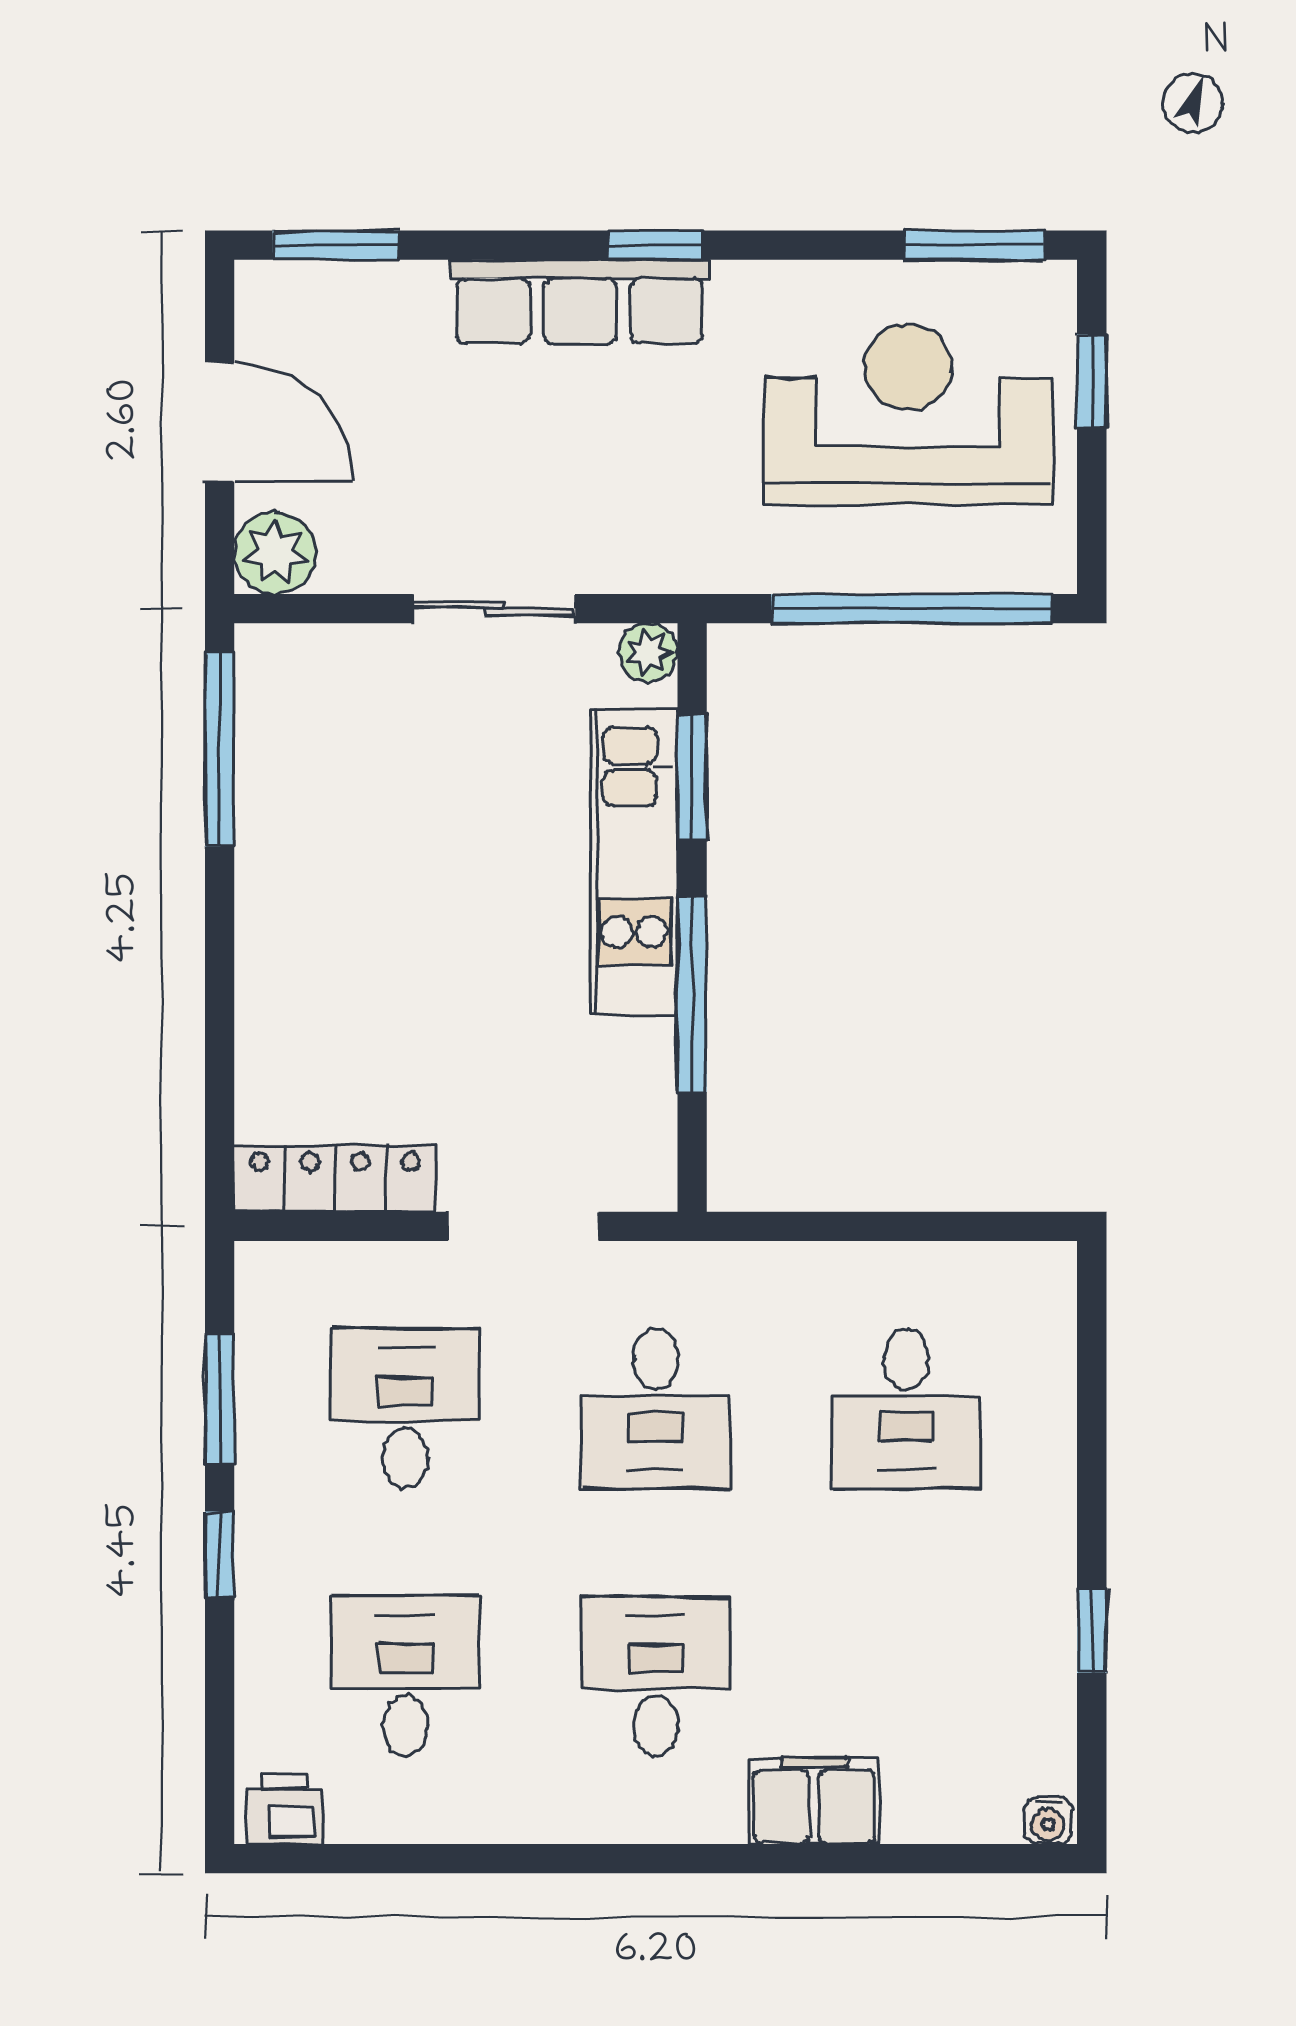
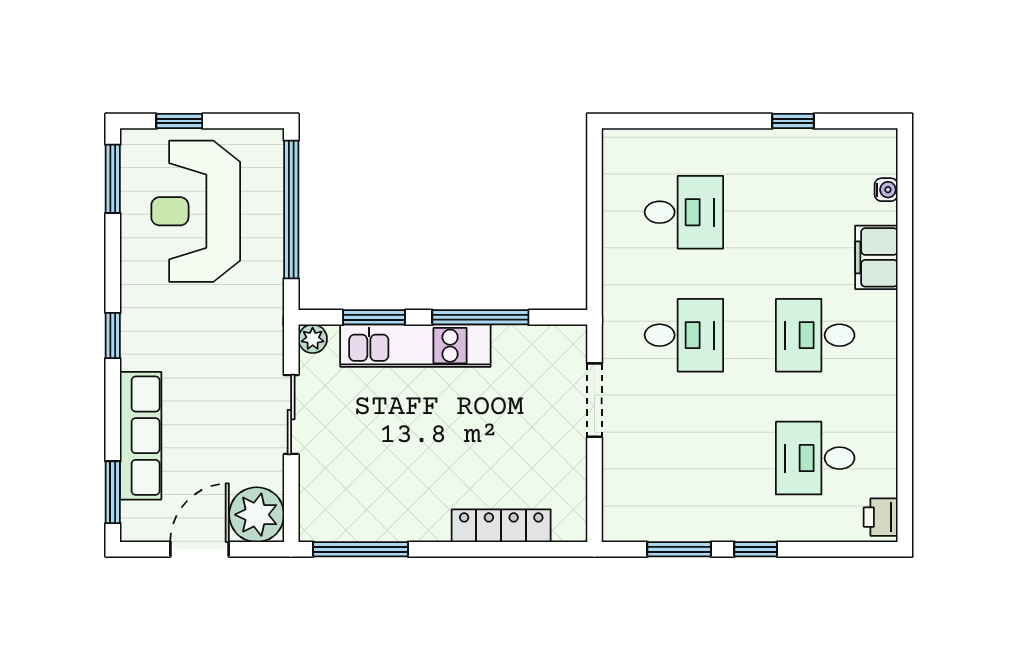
row of seats: (580, 302) -> (141, 436), moved
plant: (275, 553) -> (257, 515), width x1.36, depth x1.36
locker: (335, 1178) -> (501, 526), moved, turned 90
desk: (405, 1409) -> (684, 458), removed
water cooler: (1048, 1821) -> (886, 190), moved

